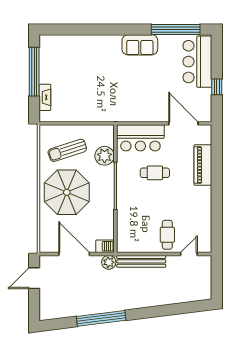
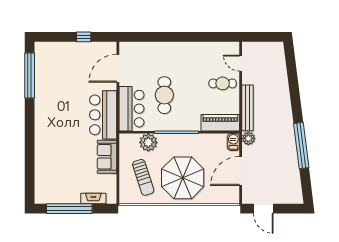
sofa: (140, 45) -> (107, 157), moved, turned 180
bar counter: (197, 62) -> (103, 115), moved, turned 90
piano: (203, 165) -> (220, 123), moved, turned 180
cafe table: (155, 173) -> (164, 95), width x1.37, depth x1.35

